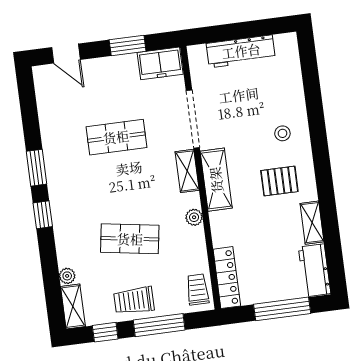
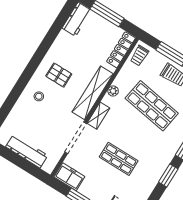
shelving: (216, 180) -> (93, 93), width x1.47
shelving: (312, 223) -> (59, 43), removed
shop shelf: (130, 239) -> (152, 106), width x1.43, depth x1.36

